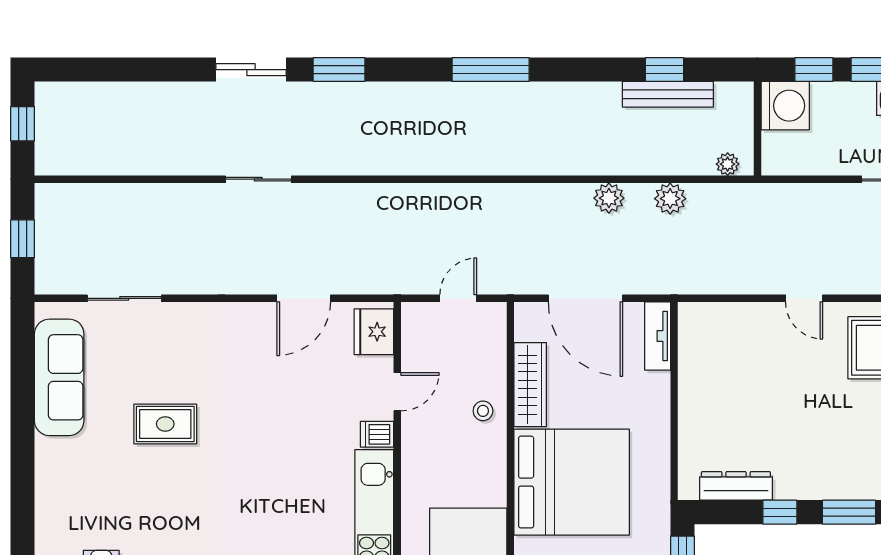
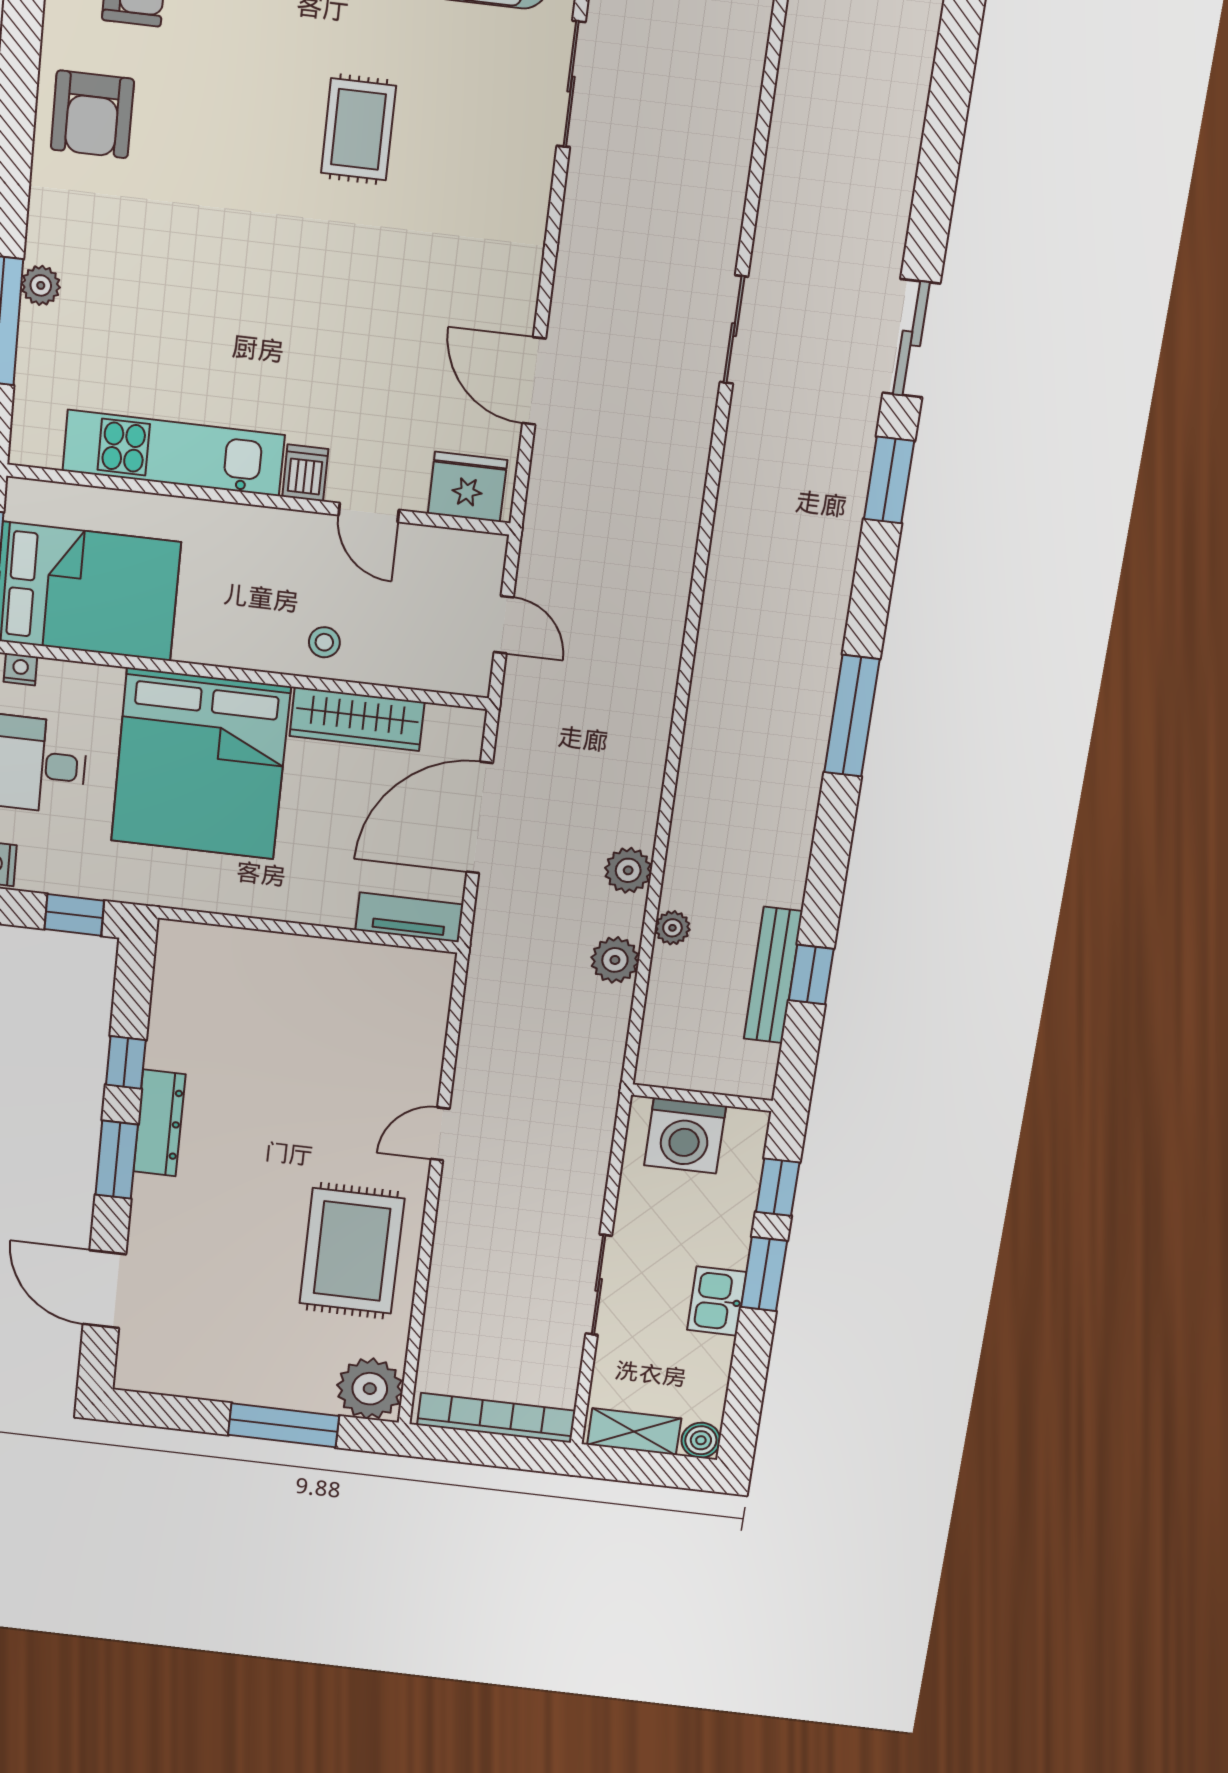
washing machine: (785, 106) -> (685, 1136), moved
plant: (728, 164) -> (672, 928), moved
dresser: (736, 486) -> (159, 1123), moved

